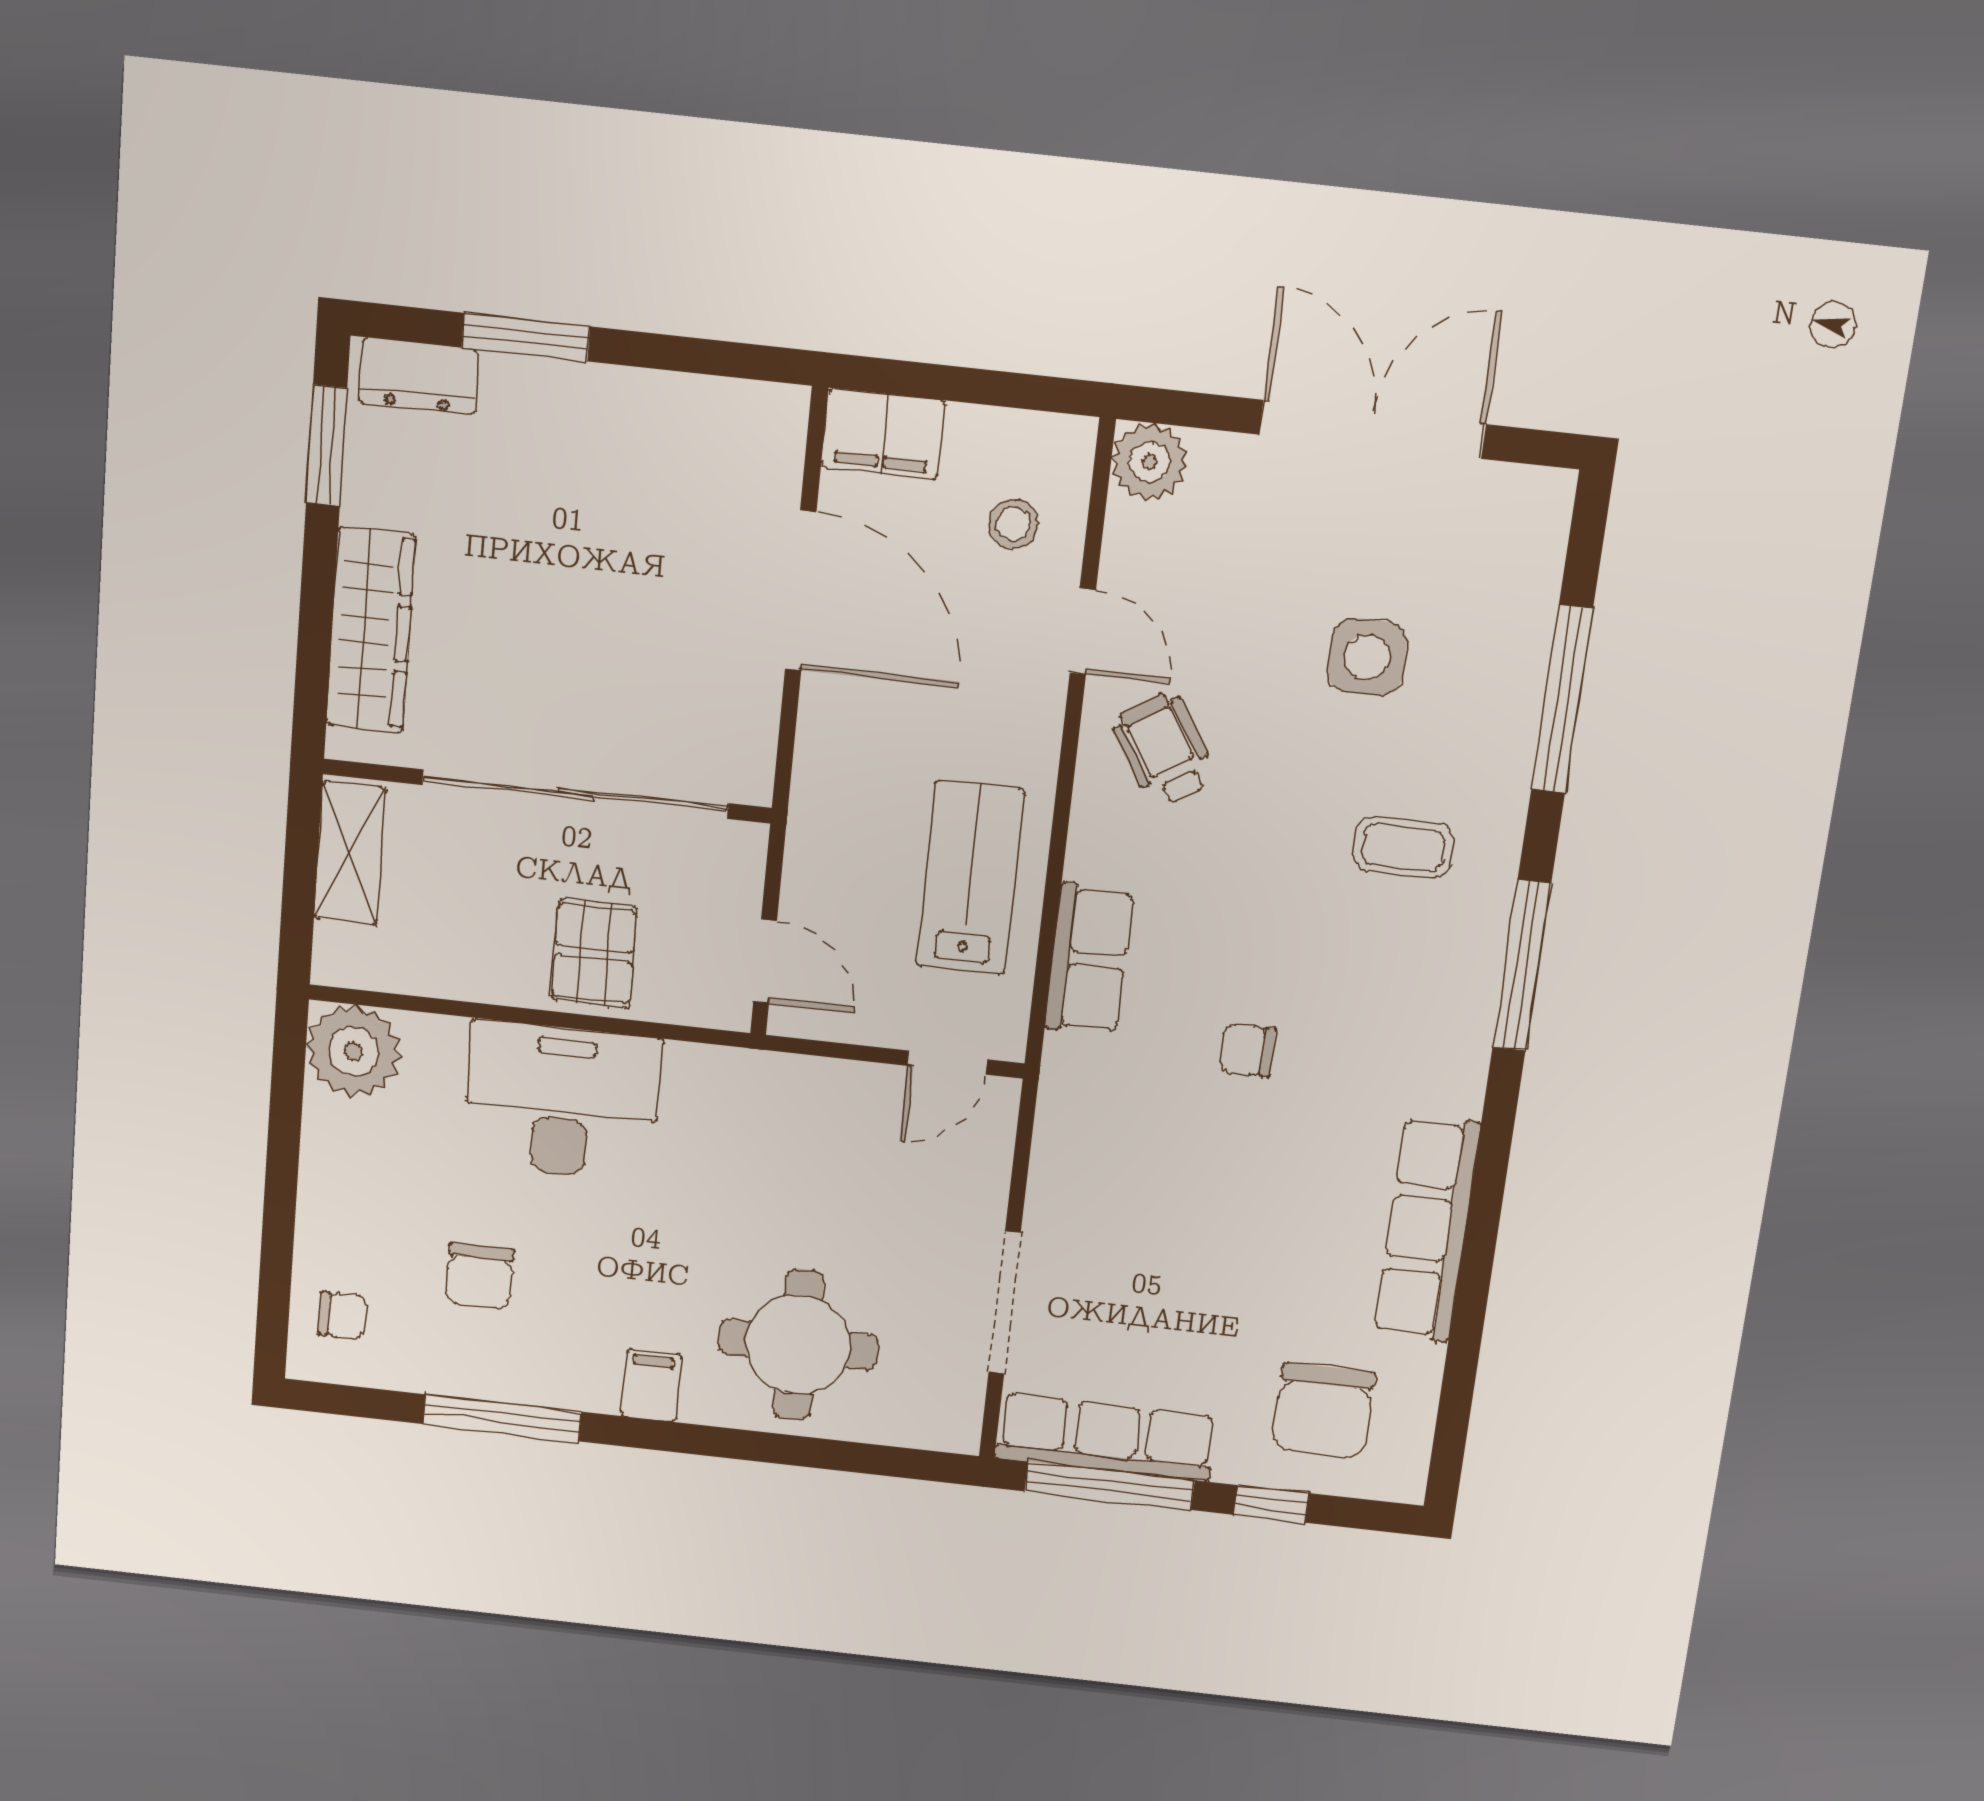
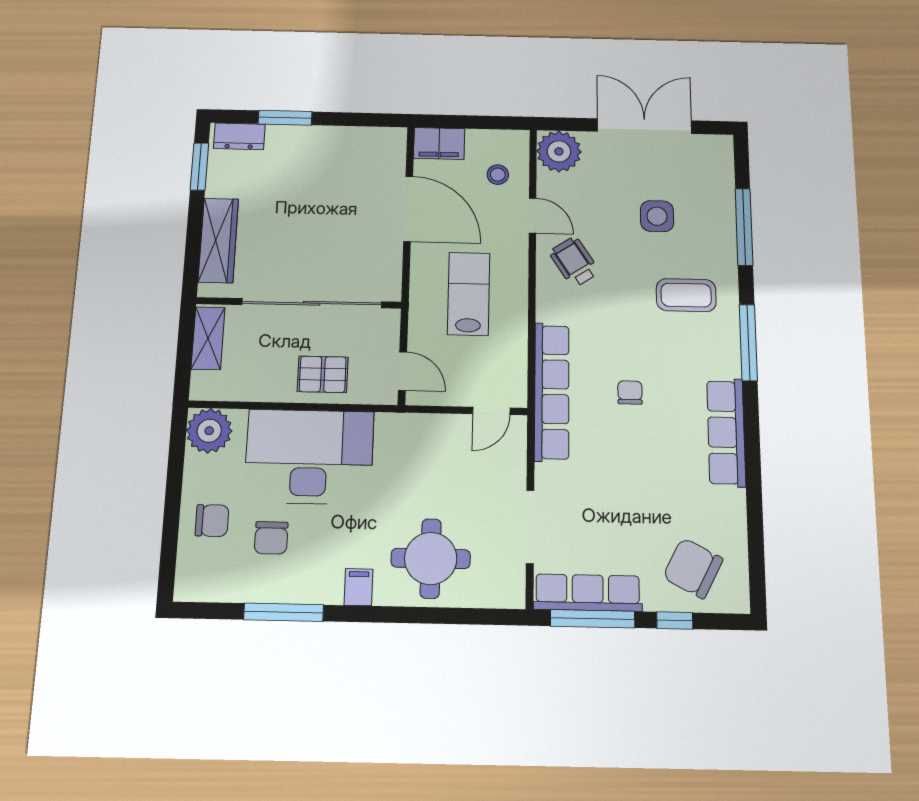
plant: (1150, 462) -> (559, 151), width x1.36, depth x1.36
coffee table: (1403, 848) -> (686, 295), width x1.36, depth x1.30
lab bench: (970, 878) -> (469, 294), moved
pallet: (594, 953) -> (323, 374), turned 90
row of seats: (1089, 959) -> (552, 392), width x2.02
chair: (1247, 1050) -> (630, 392), turned 90
desk: (562, 1101) -> (309, 457), width x1.36, depth x1.30
row of seats: (1427, 1229) -> (726, 432), moved
chair: (342, 1315) -> (212, 521), moved, width x1.37, depth x1.37
chair: (1323, 1411) -> (693, 568), turned 117

